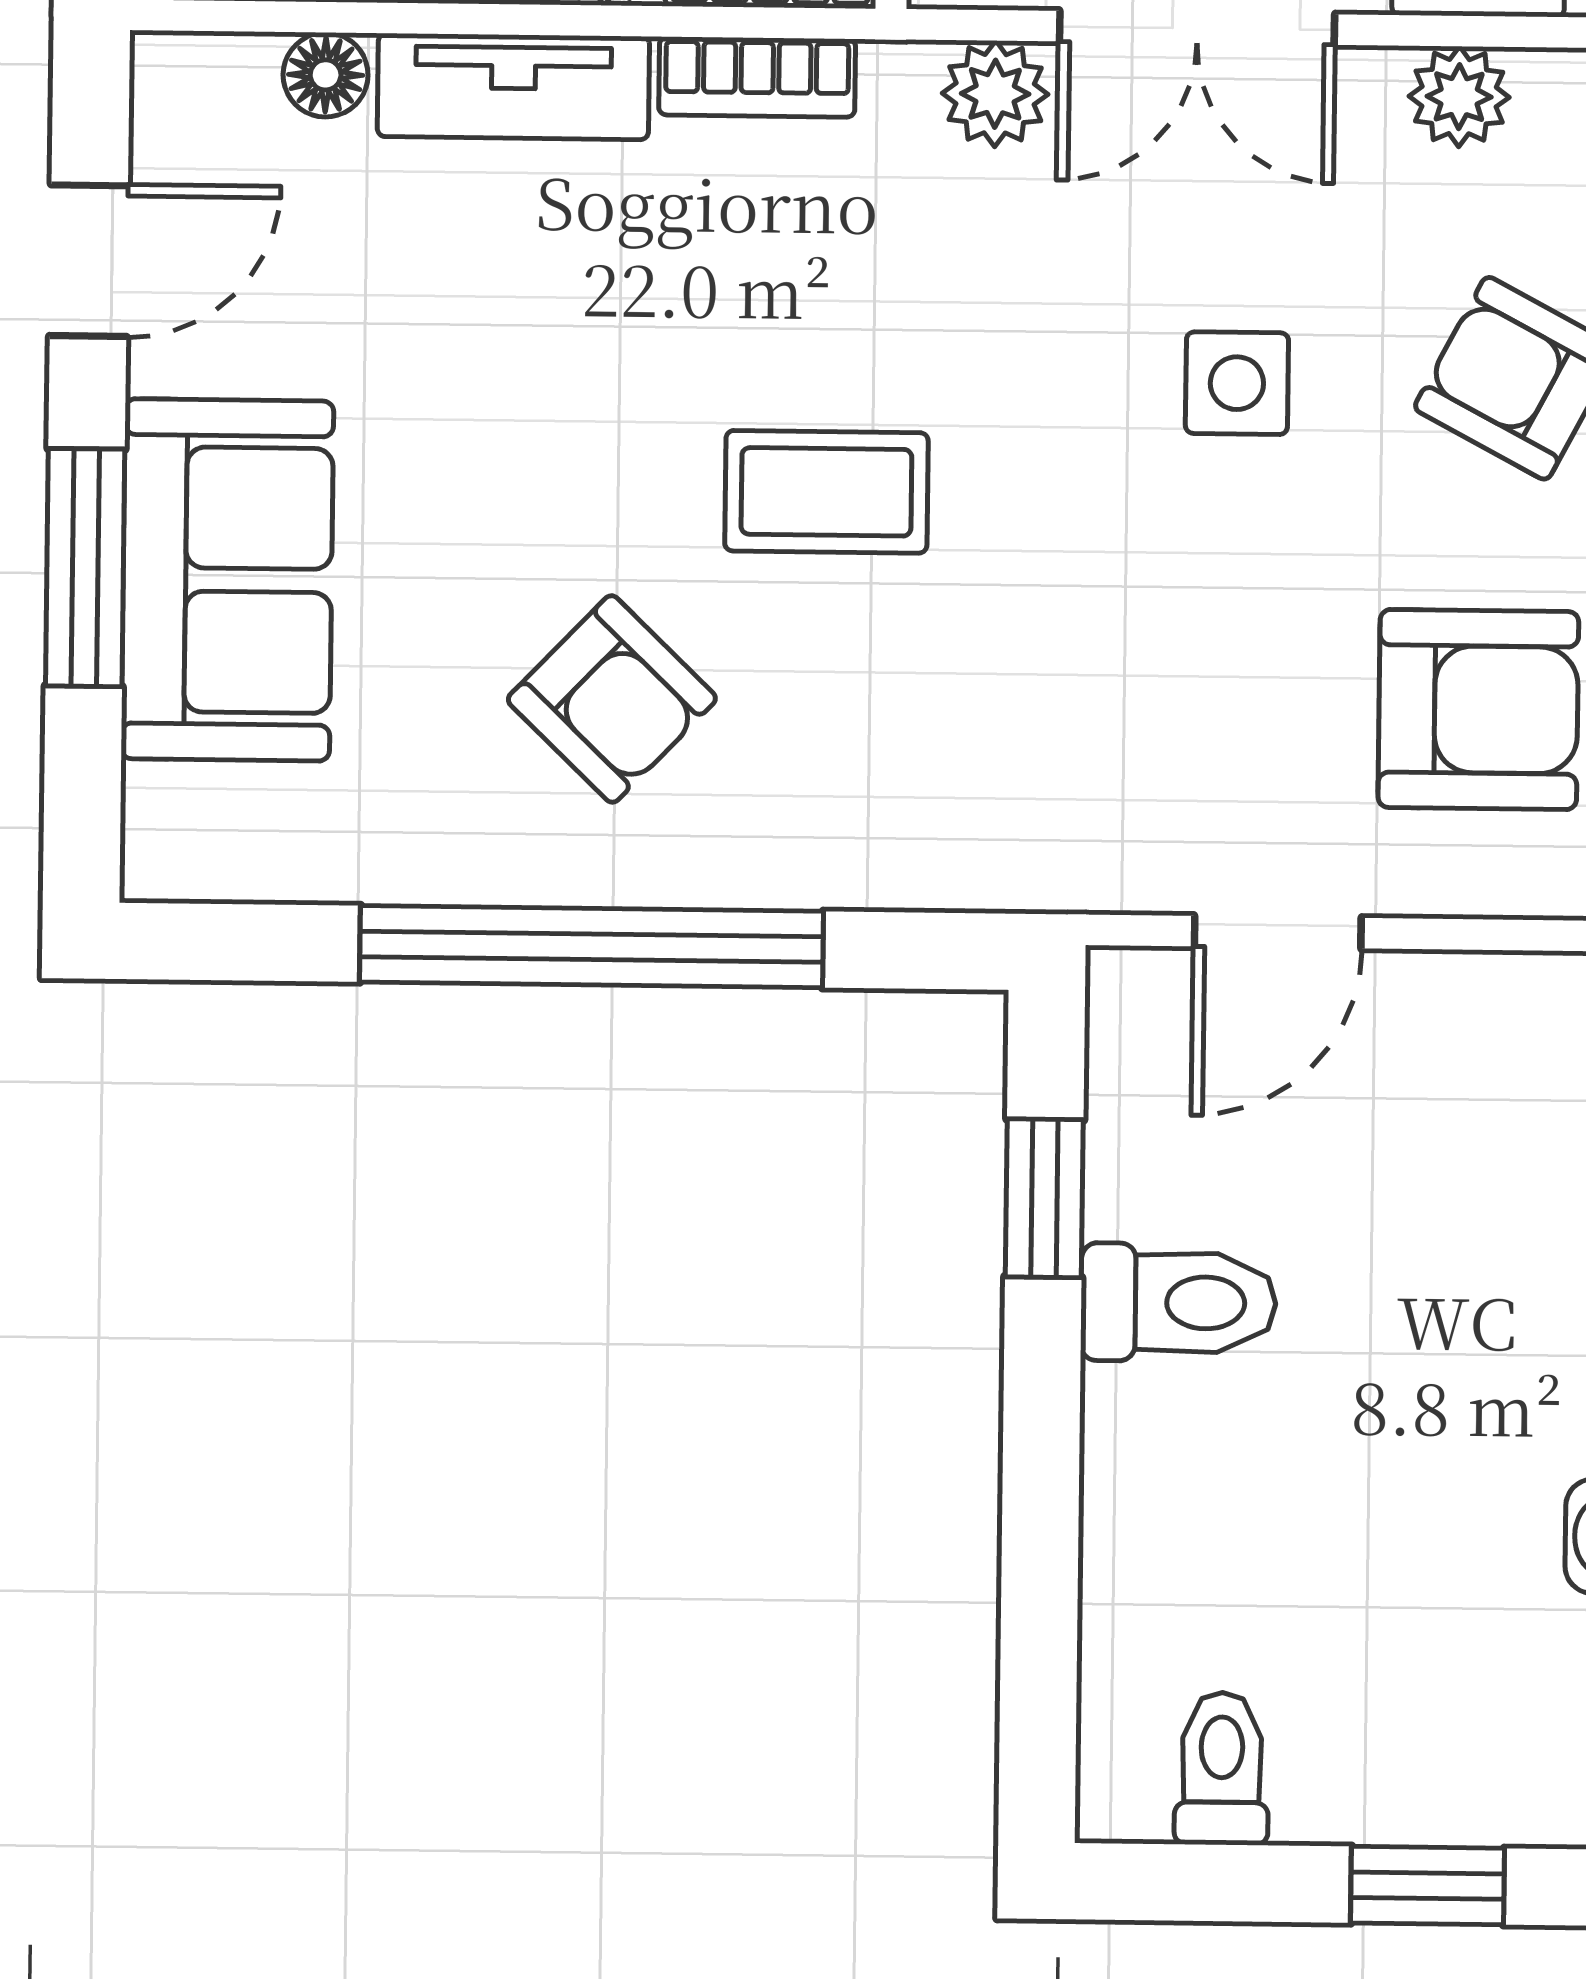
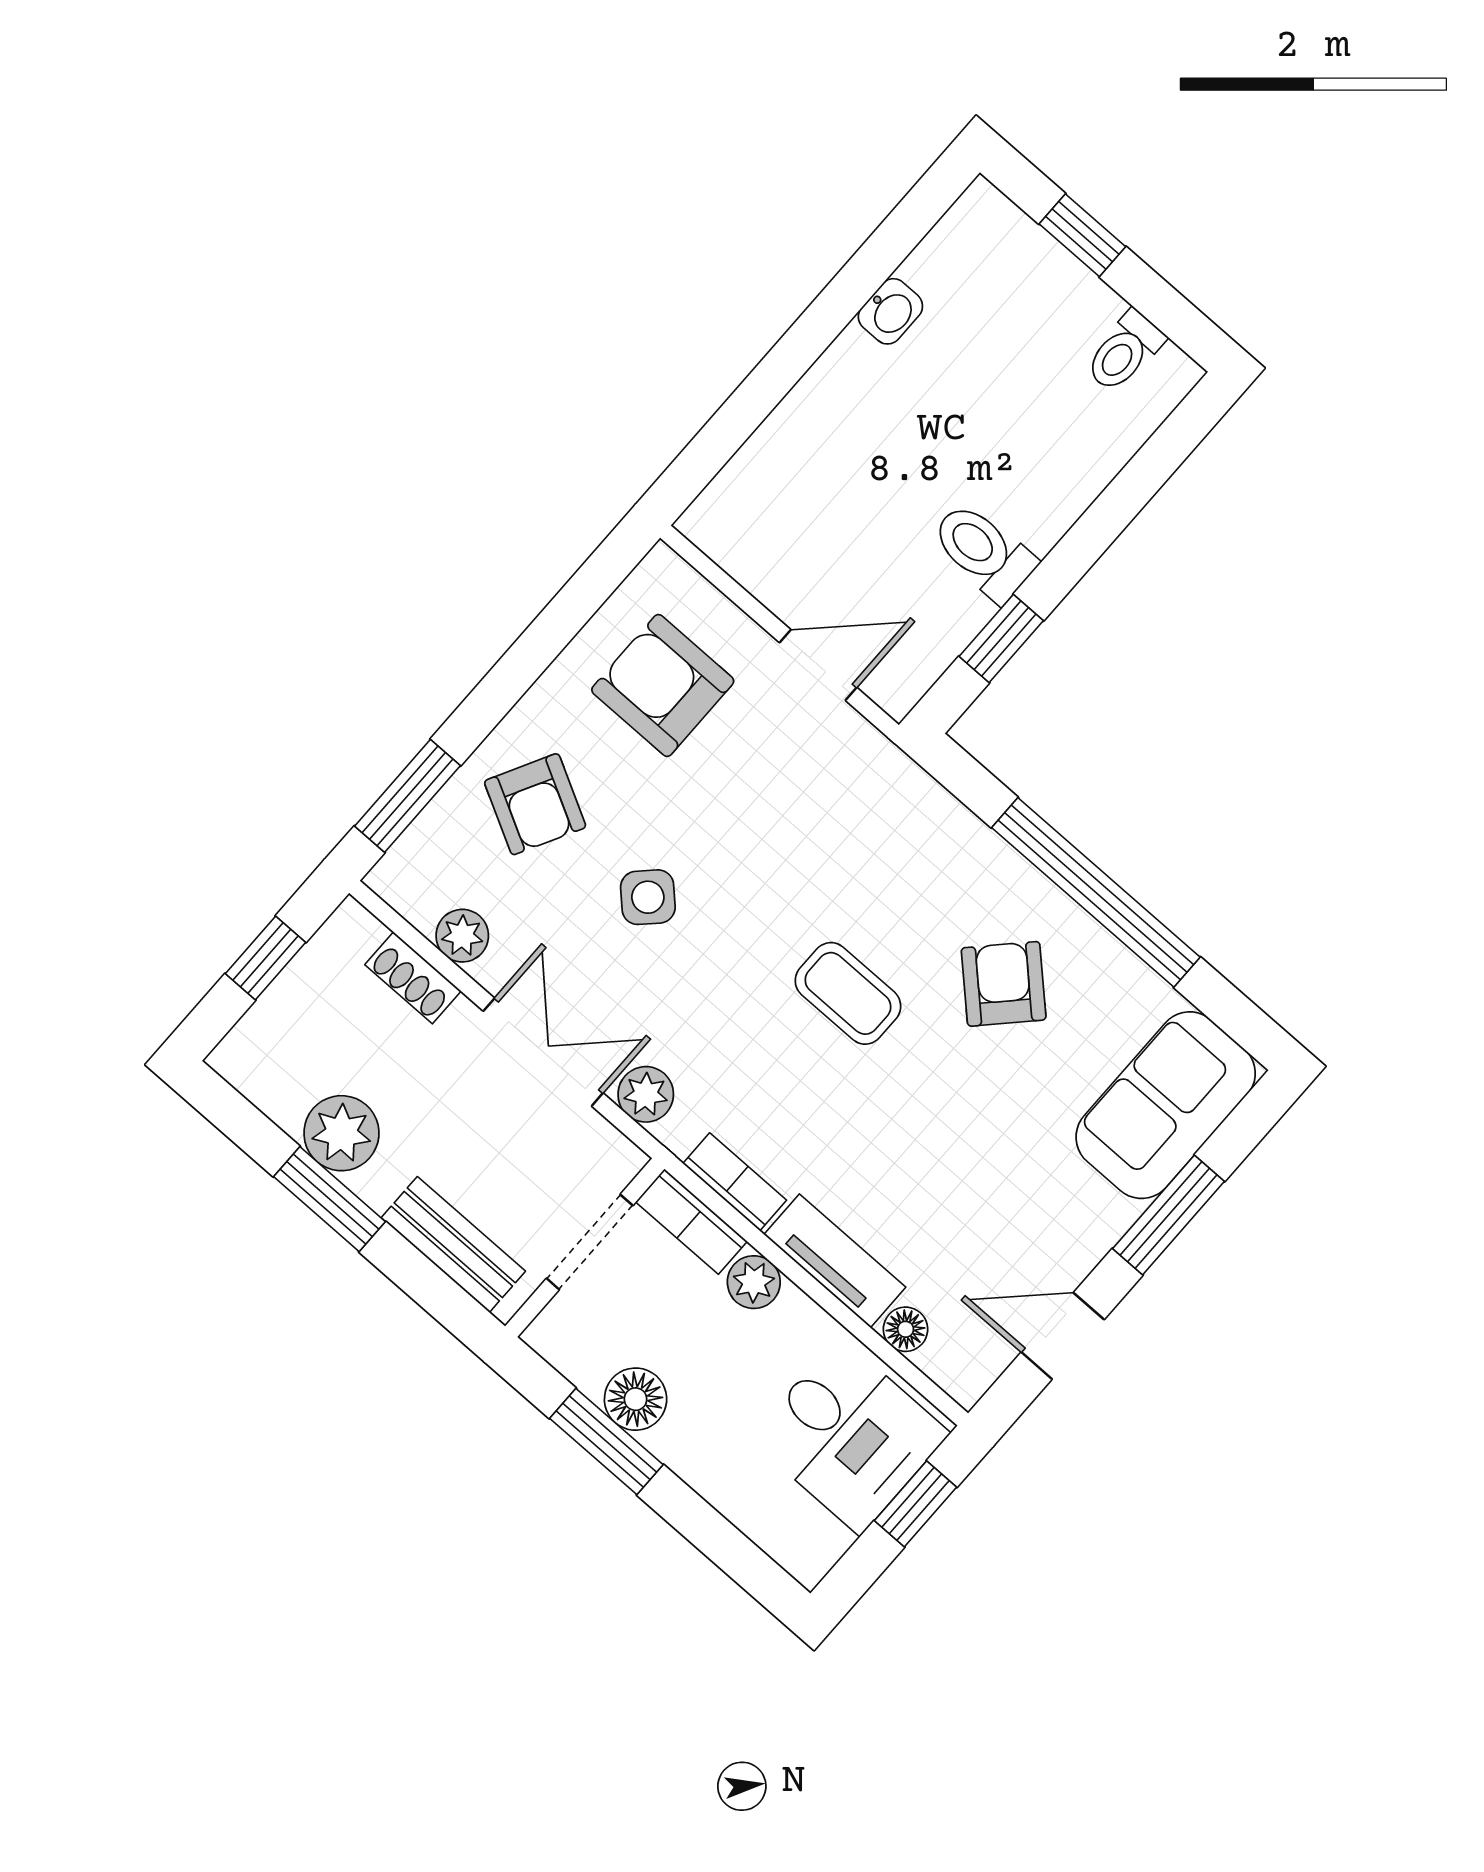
side table: (1237, 383) -> (648, 897), turned 45
sofa: (227, 580) -> (1166, 1105), moved

